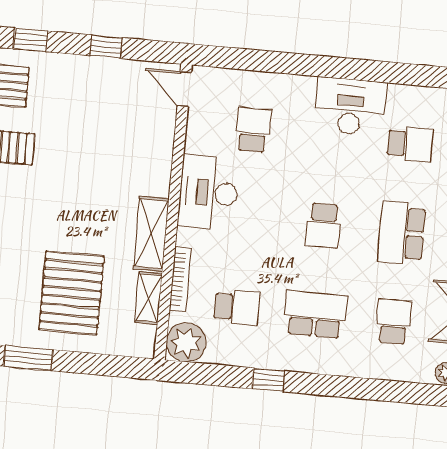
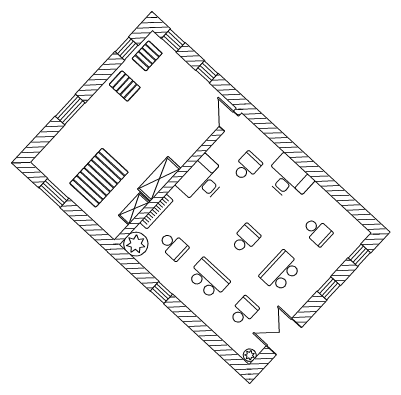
desk: (350, 107) -> (288, 178), moved
school desk: (323, 226) -> (245, 239), turned 180

